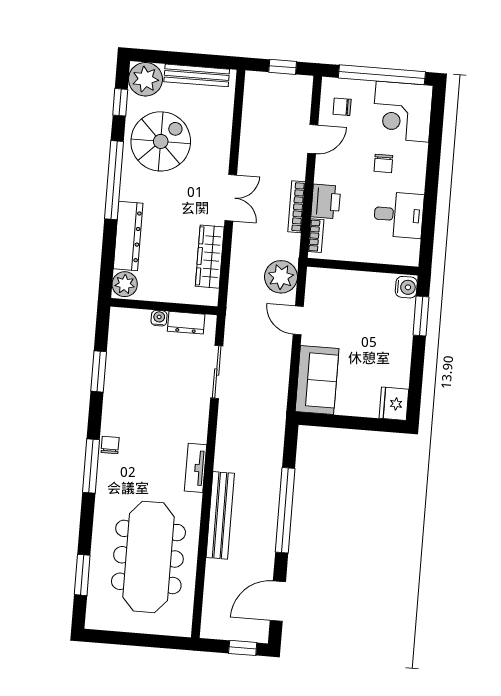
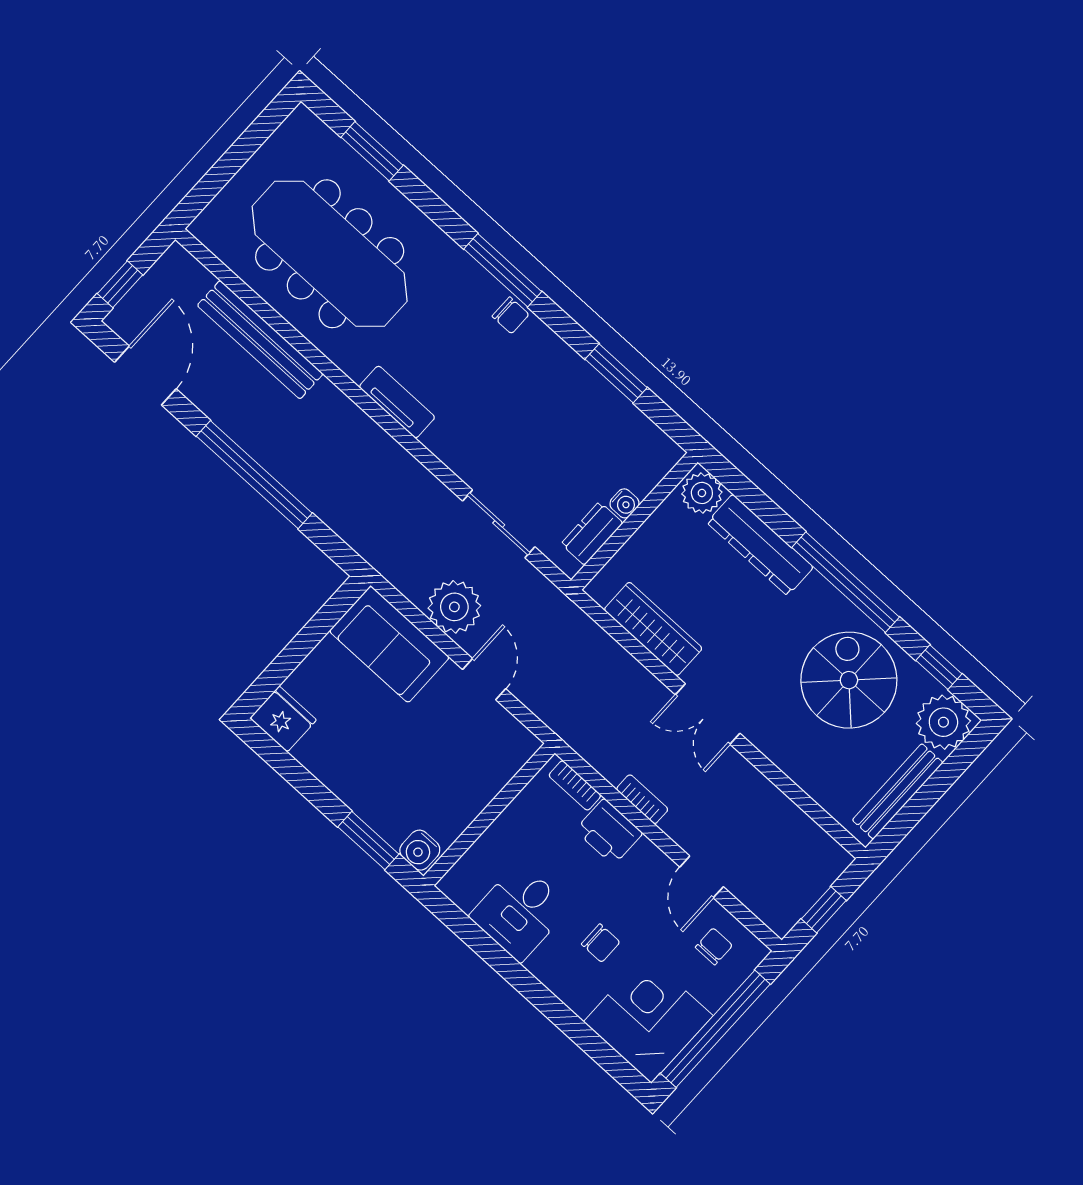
spiral stairs: (161, 141) -> (849, 680), turned 180
chair: (383, 163) -> (601, 943), turned 180
bookcase: (296, 207) -> (642, 799), width x0.64
plant: (281, 277) -> (454, 607), moved
door: (298, 320) -> (484, 679), hinge flipped
bench: (220, 515) -> (260, 340), moved

